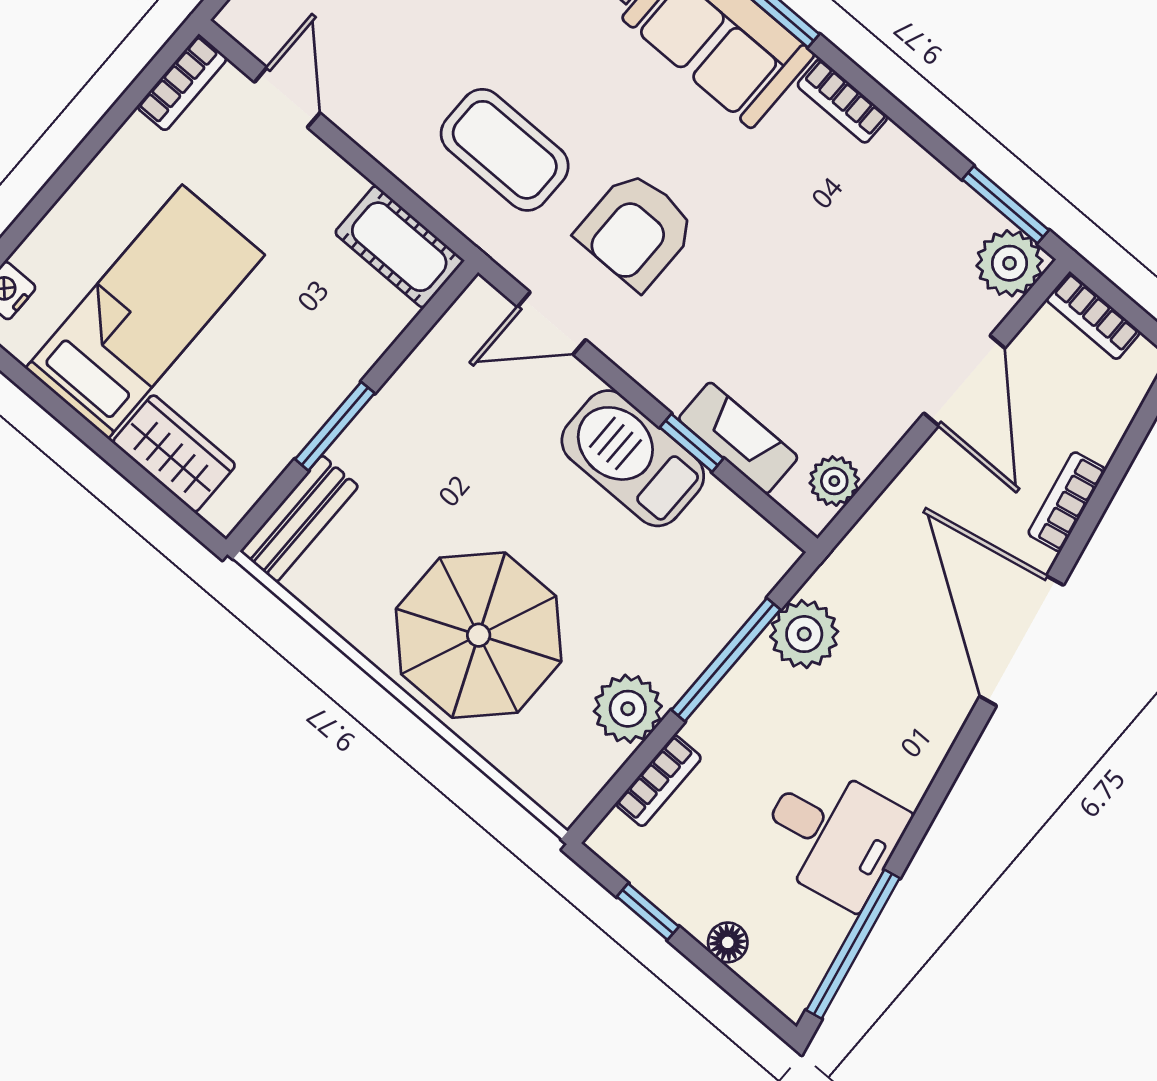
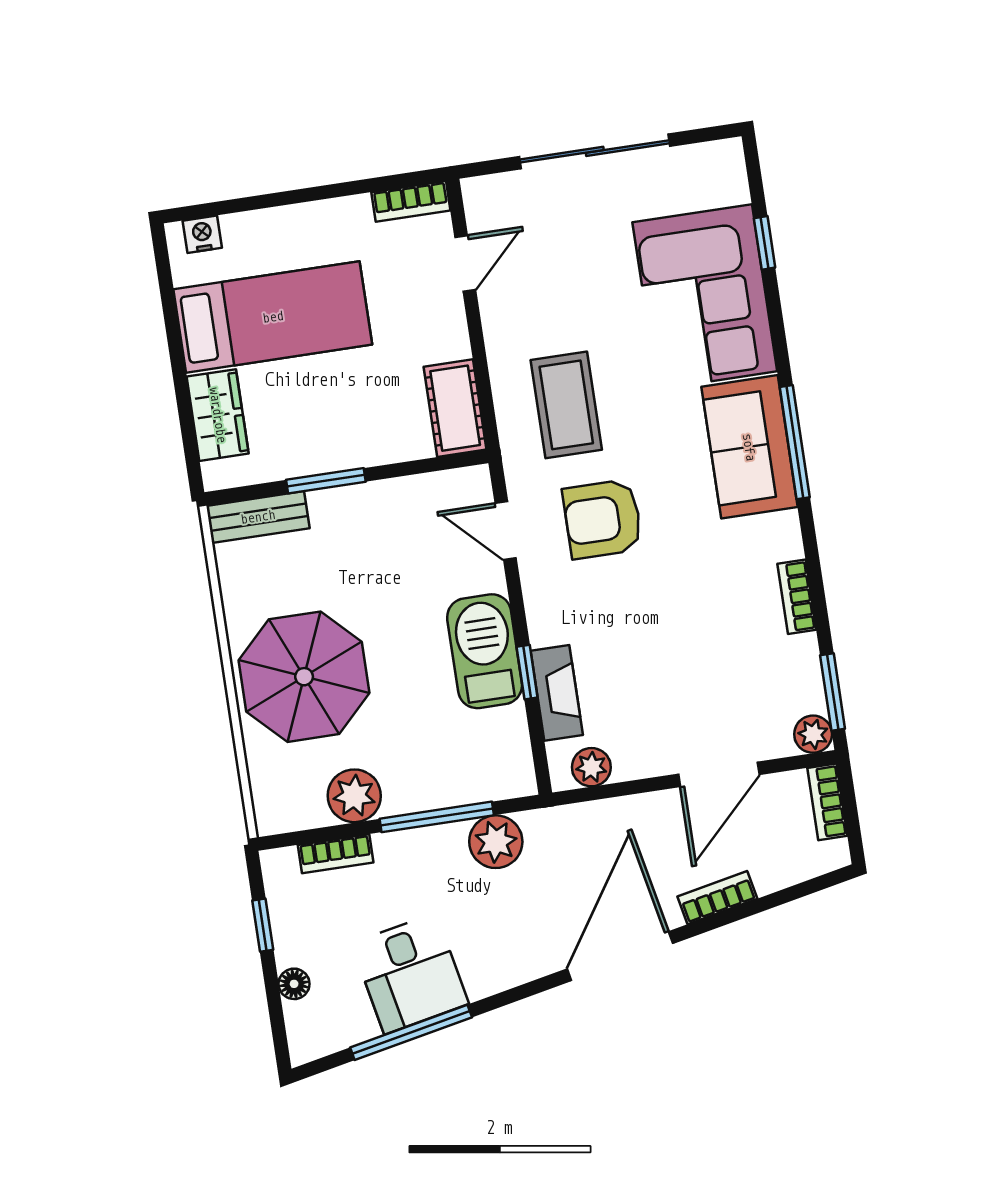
bookcase: (842, 101) -> (797, 597), moved
plant: (1010, 263) -> (813, 734), width x0.73, depth x0.73
window: (853, 944) -> (411, 1032), moved

